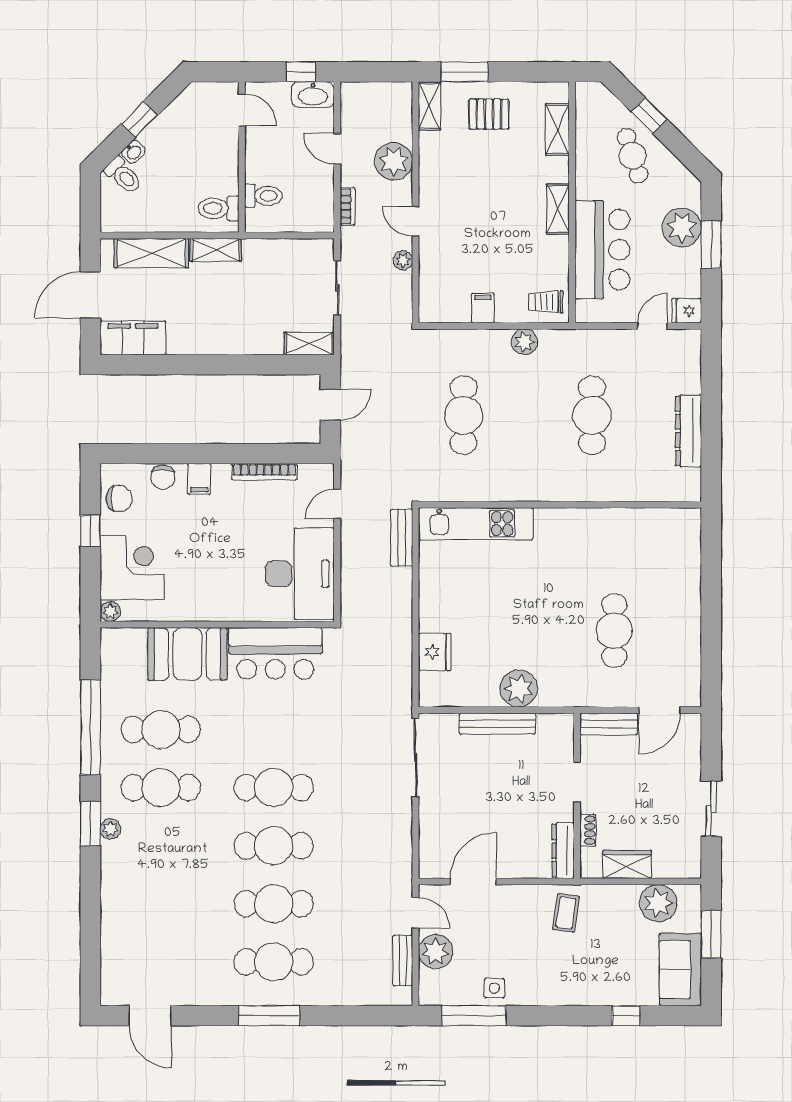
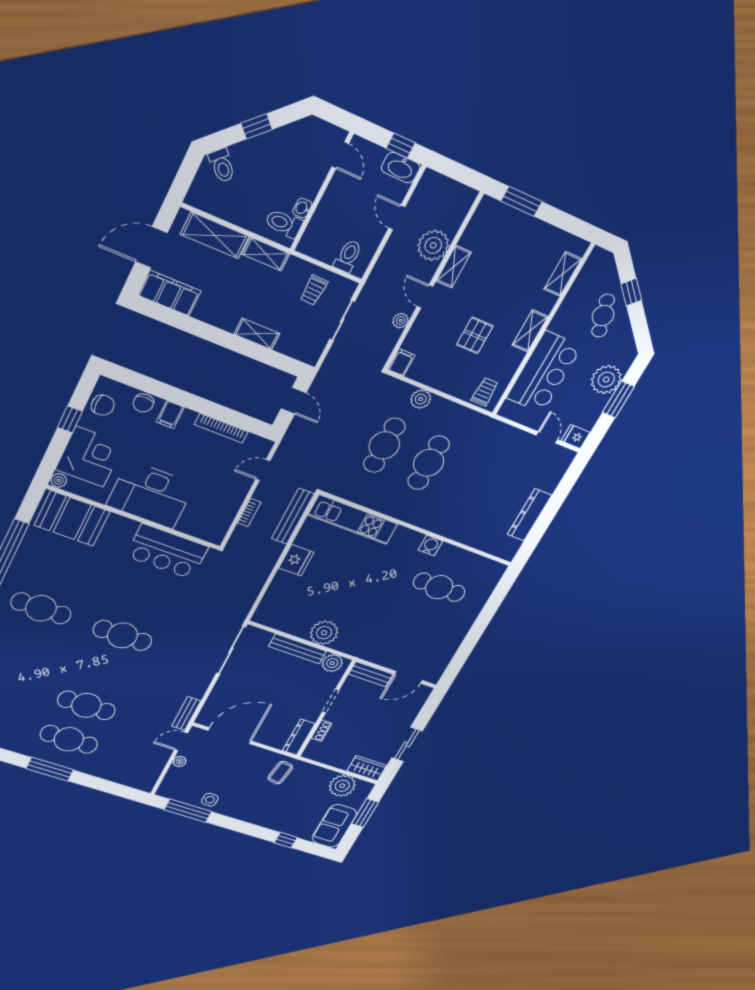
shelving: (429, 106) -> (454, 267), moved
pallet: (489, 114) -> (475, 335), moved, turned 90
washbasin: (133, 152) -> (302, 208), moved, turned 135
toilet: (263, 196) -> (348, 256), moved, turned -90
bookcase: (348, 206) -> (249, 513), moved
trolley: (288, 267) -> (314, 290), added
trolley: (546, 302) -> (485, 392), turned 90
filing cabinet: (483, 308) -> (401, 362), moved
door: (652, 326) -> (547, 437), hinge flipped
plant: (524, 342) -> (421, 399), moved
shelving: (309, 343) -> (257, 334), moved
door: (330, 405) -> (294, 401), hinge flipped
cafe table: (592, 415) -> (429, 463), moved
water cooler: (588, 520) -> (430, 545), added
bench: (402, 538) -> (293, 516), width x1.36
desk: (300, 574) -> (151, 495), moved, turned 90
cafe table: (614, 631) -> (439, 587), moved, turned 90
fridge: (435, 652) -> (296, 560), moved
booth: (187, 654) -> (72, 518), moved
plant: (551, 727) -> (332, 663), added
cafe table: (161, 729) -> (59, 571), removed
cafe table: (274, 846) -> (104, 671), removed
wardrobe: (627, 864) -> (367, 768), moved
door: (473, 881) -> (230, 736), width x1.36
door: (415, 913) -> (181, 741), swing flipped
plant: (436, 952) -> (180, 761), width x0.53, depth x0.53
bench: (403, 961) -> (186, 714), moved

